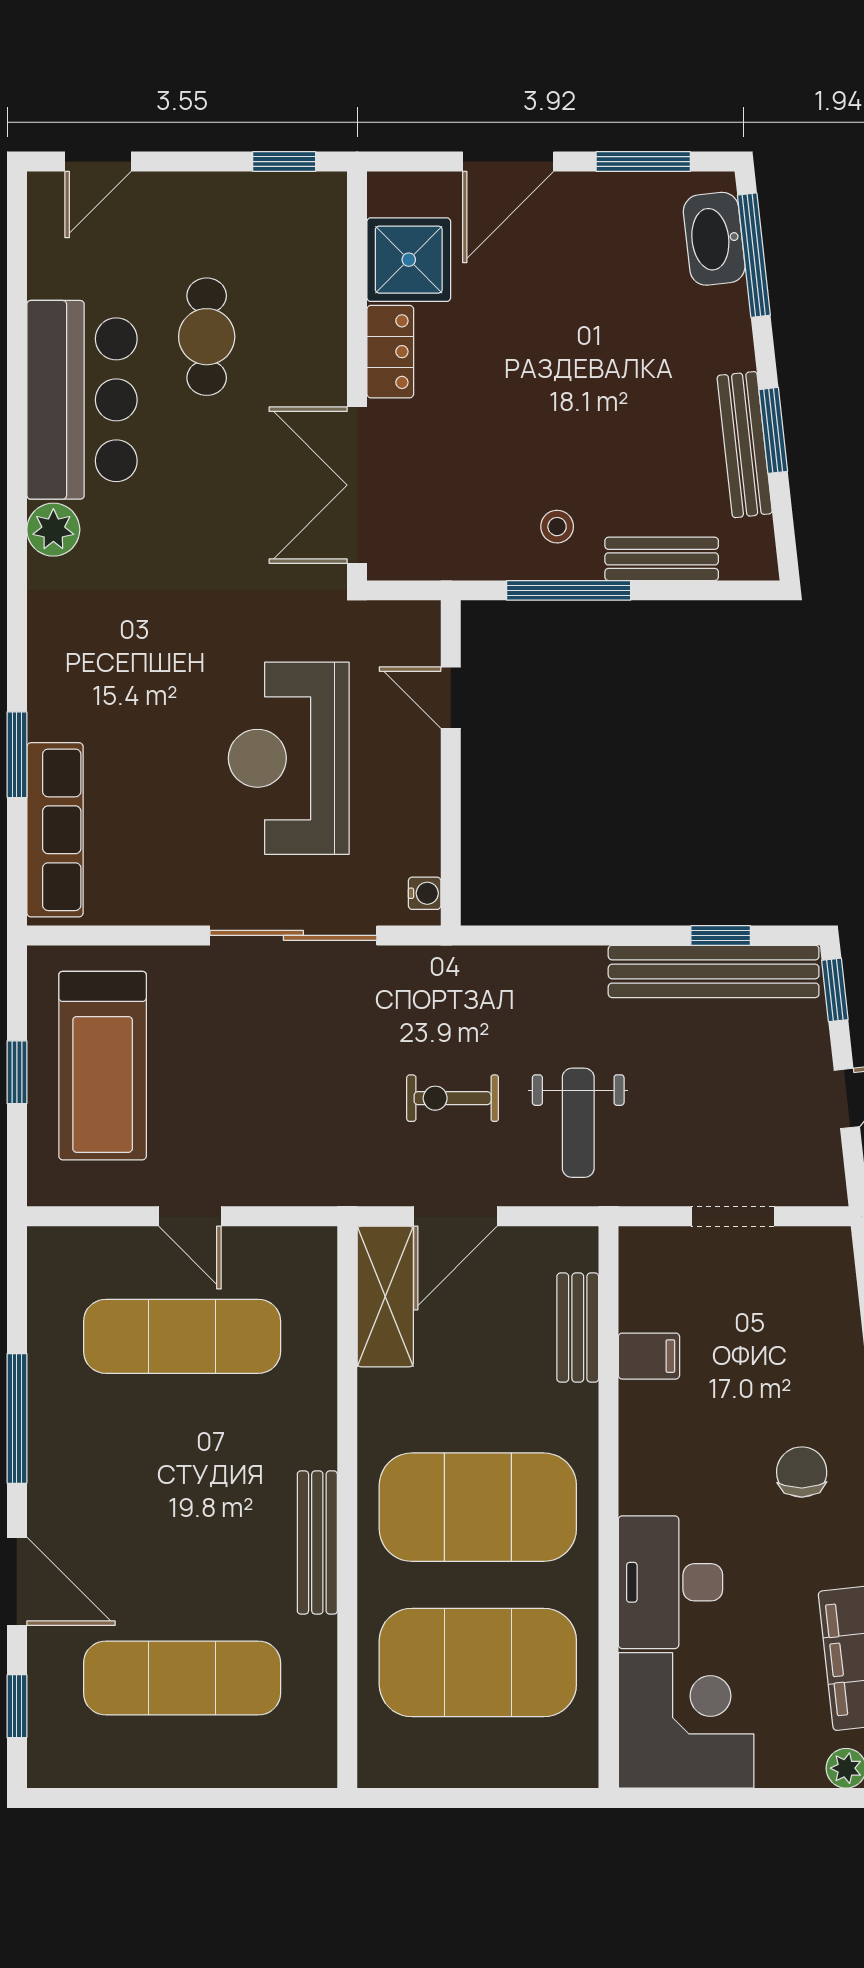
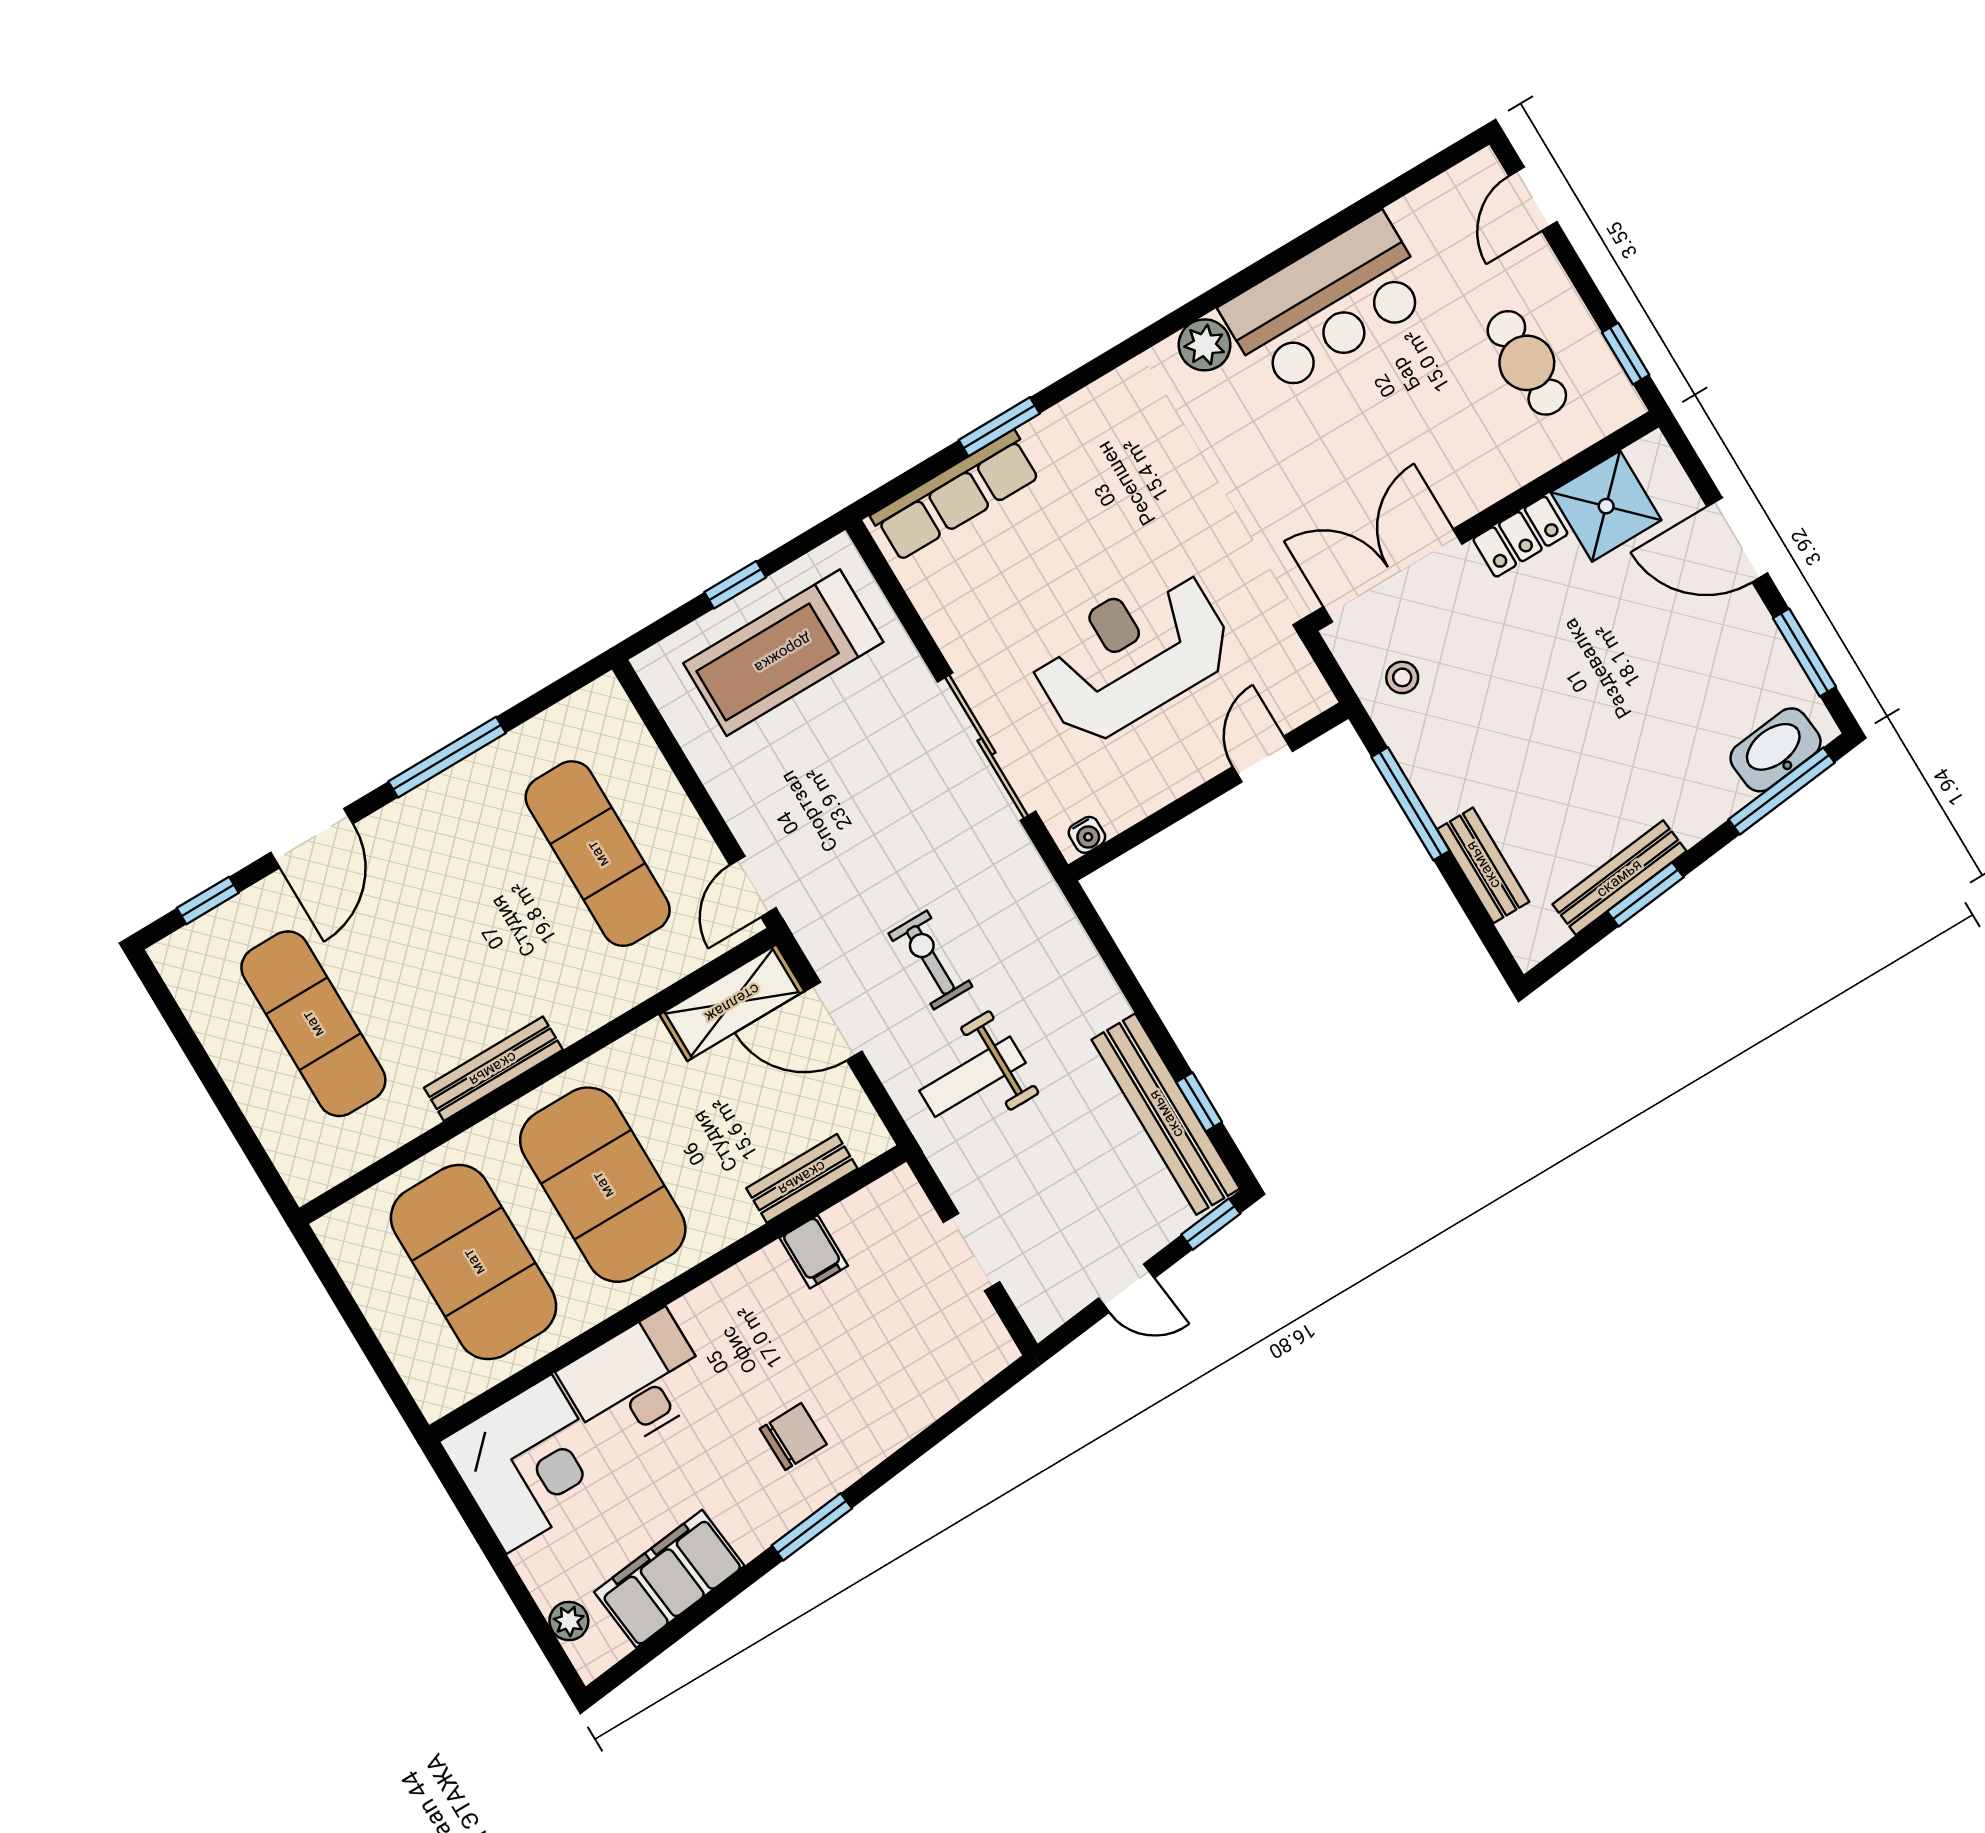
door: (98, 162) -> (1533, 199), hinge flipped
cafe table: (207, 337) -> (1527, 363), moved, turned 90
stool: (557, 527) -> (1402, 677), moved
door: (190, 1216) -> (753, 887), moved

